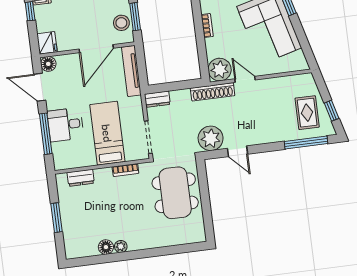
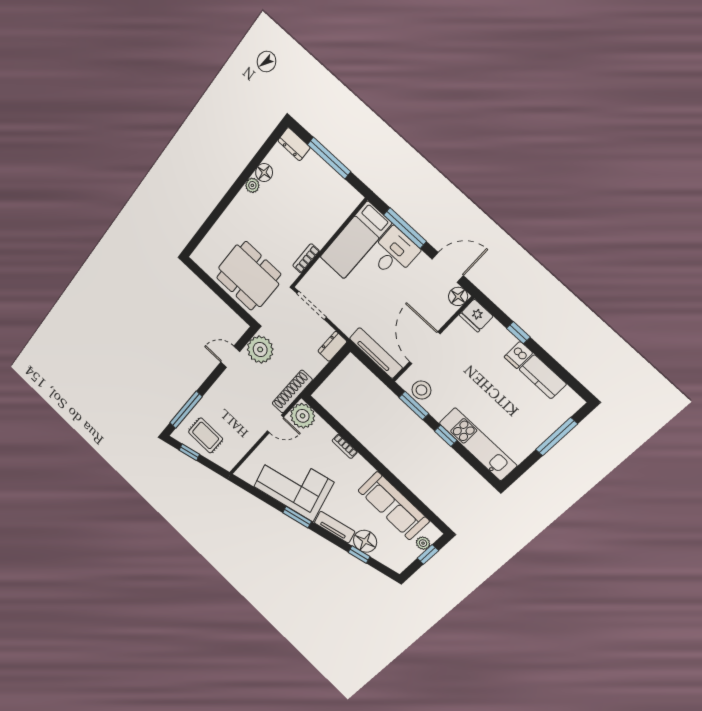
bed: (107, 133) -> (356, 240), moved, turned 90
dresser: (81, 178) -> (294, 144), moved, turned -90
window: (56, 218) -> (329, 158), width x1.44

